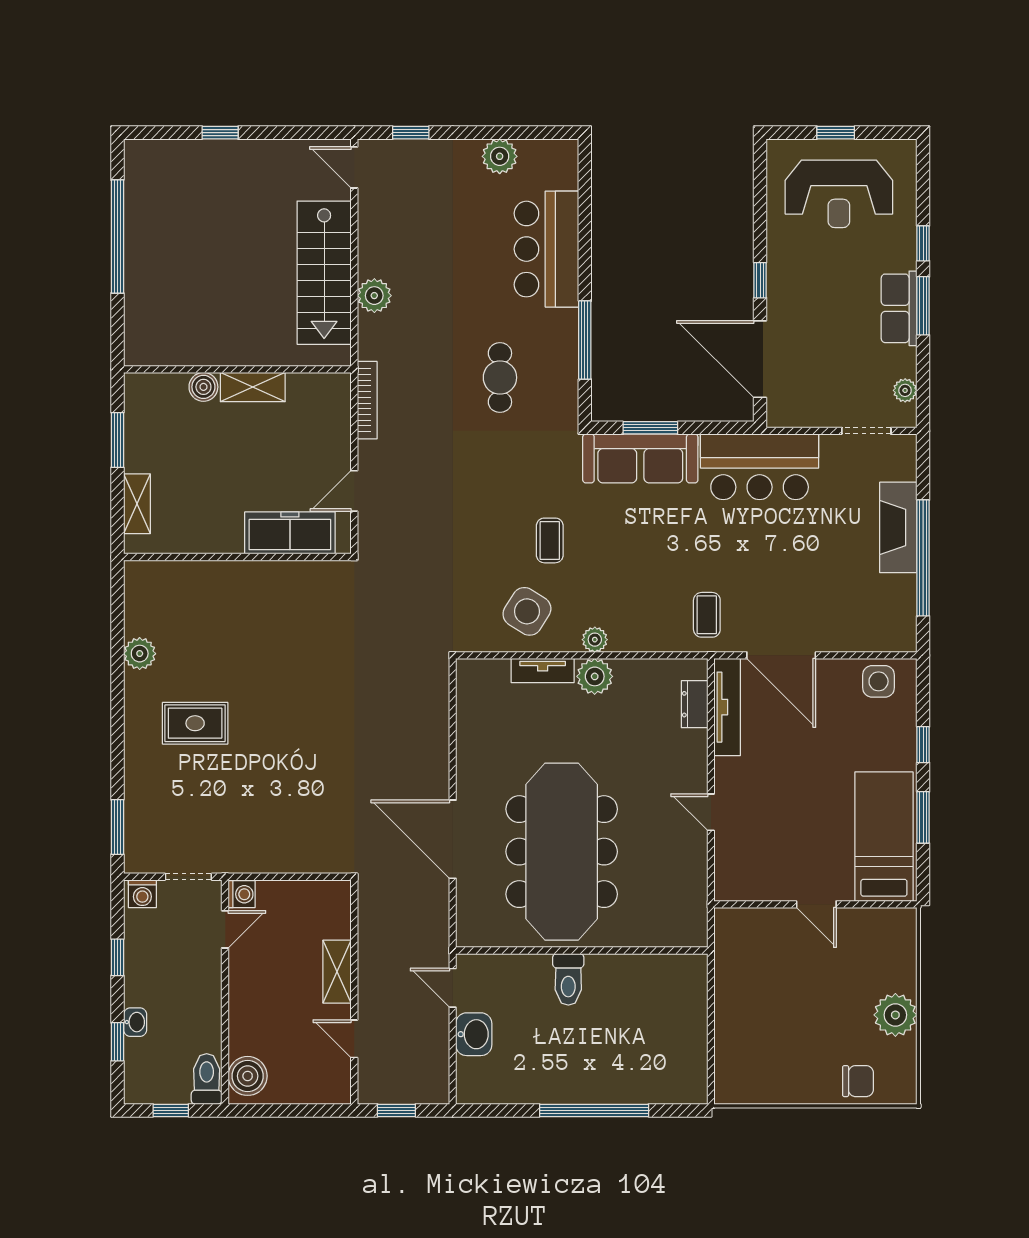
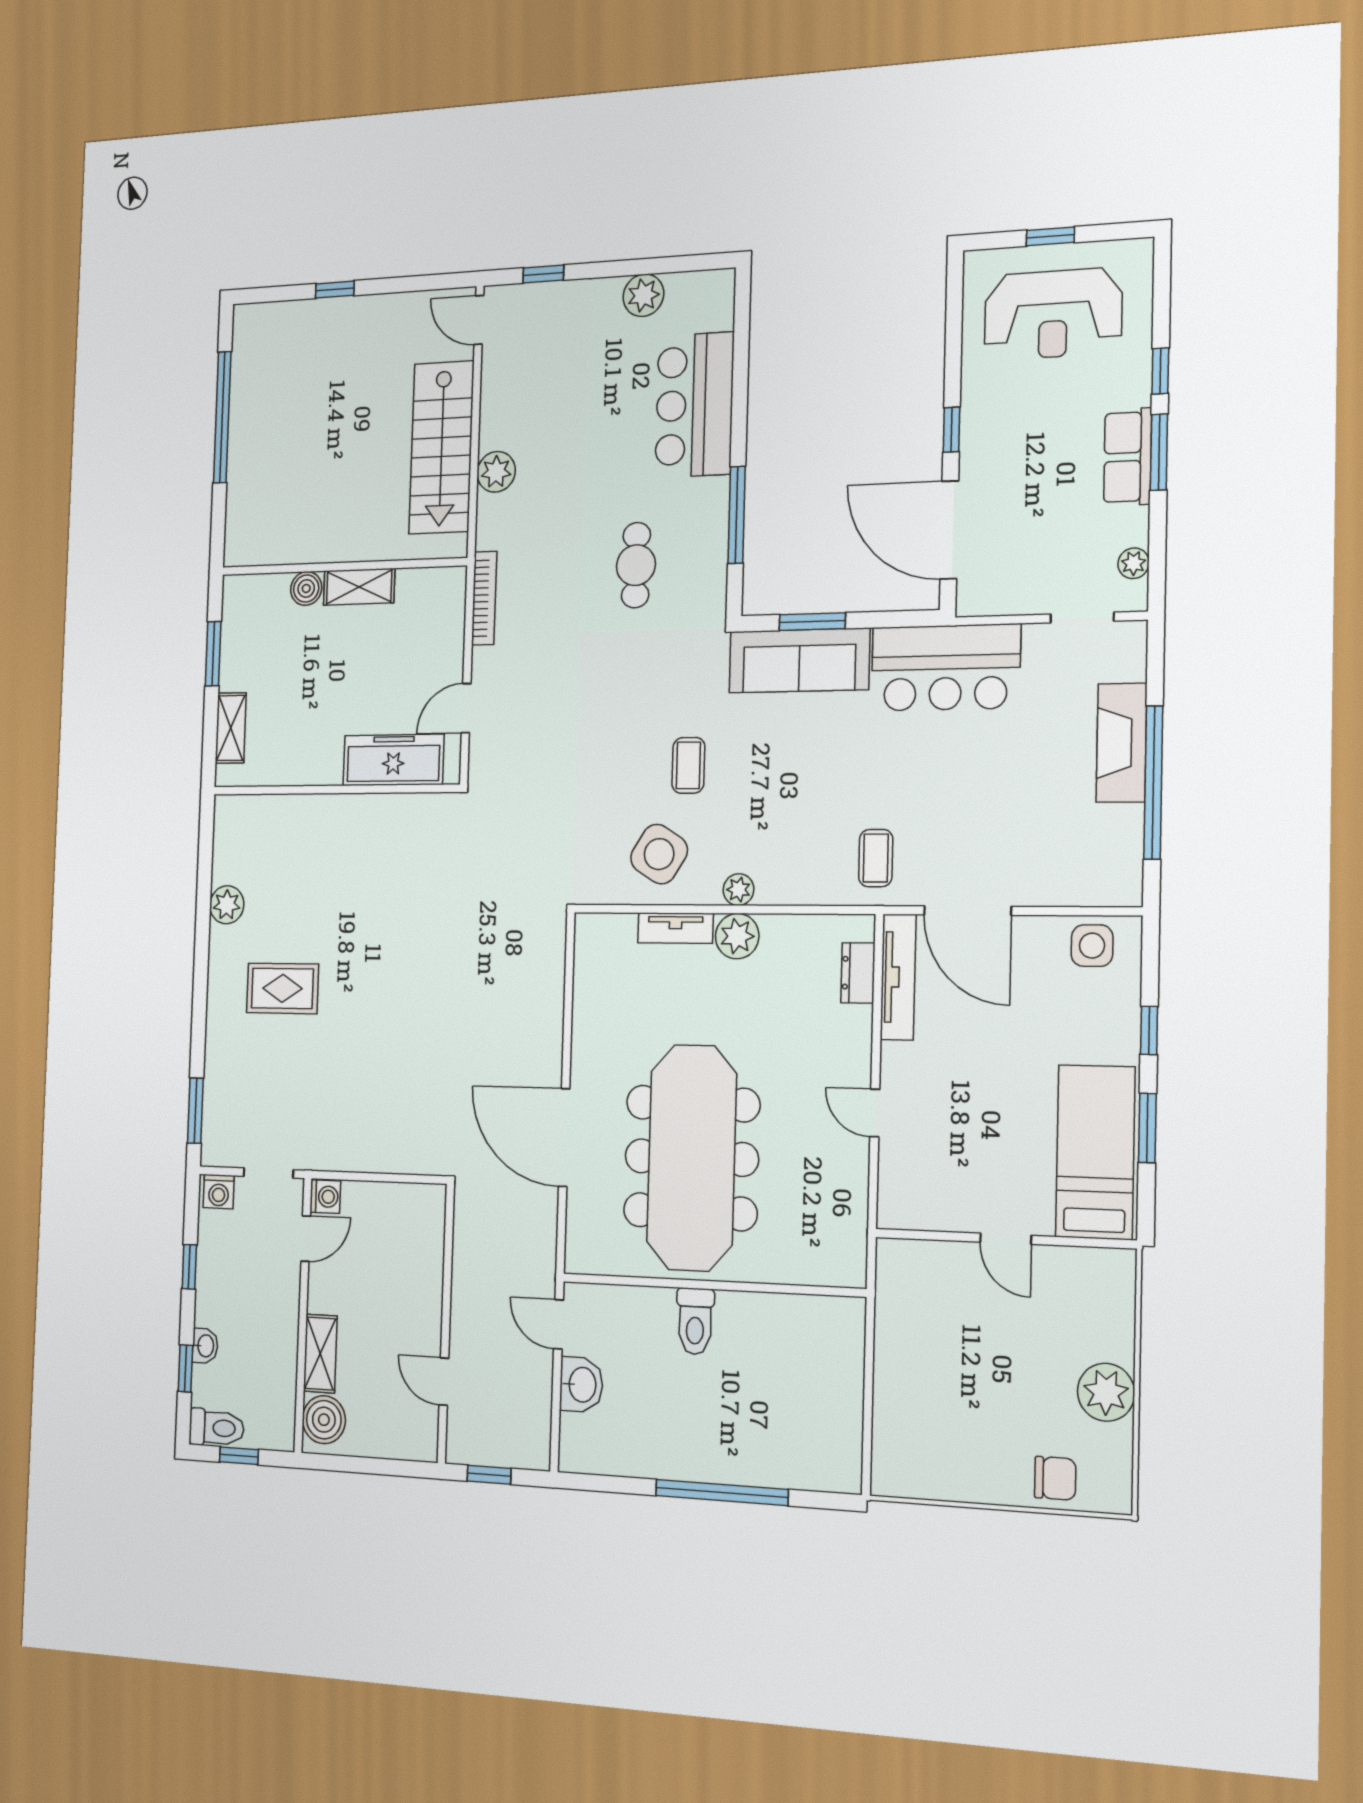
shelving: (337, 972) -> (320, 1354), moved
toilet: (207, 1079) -> (217, 1428), moved, turned 90

